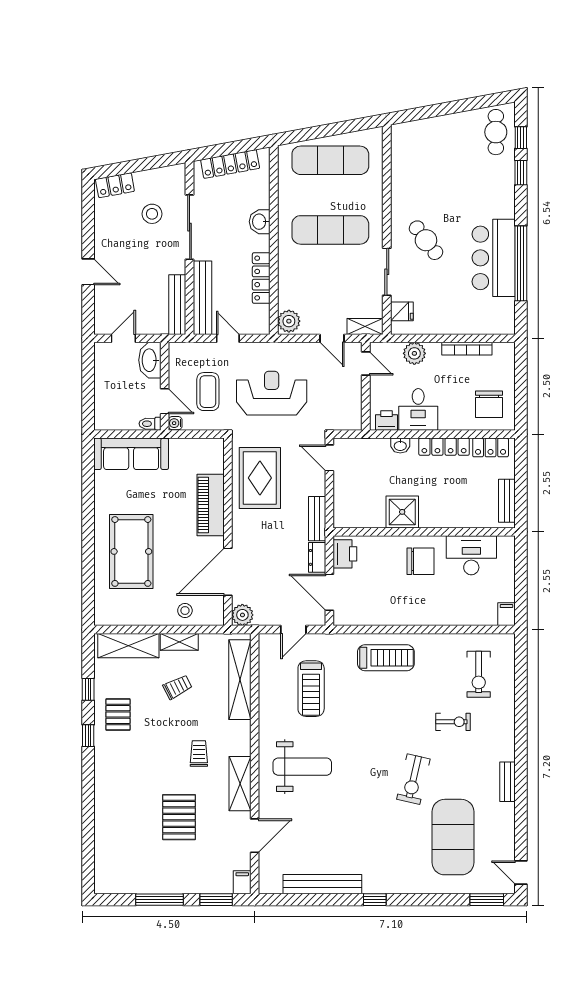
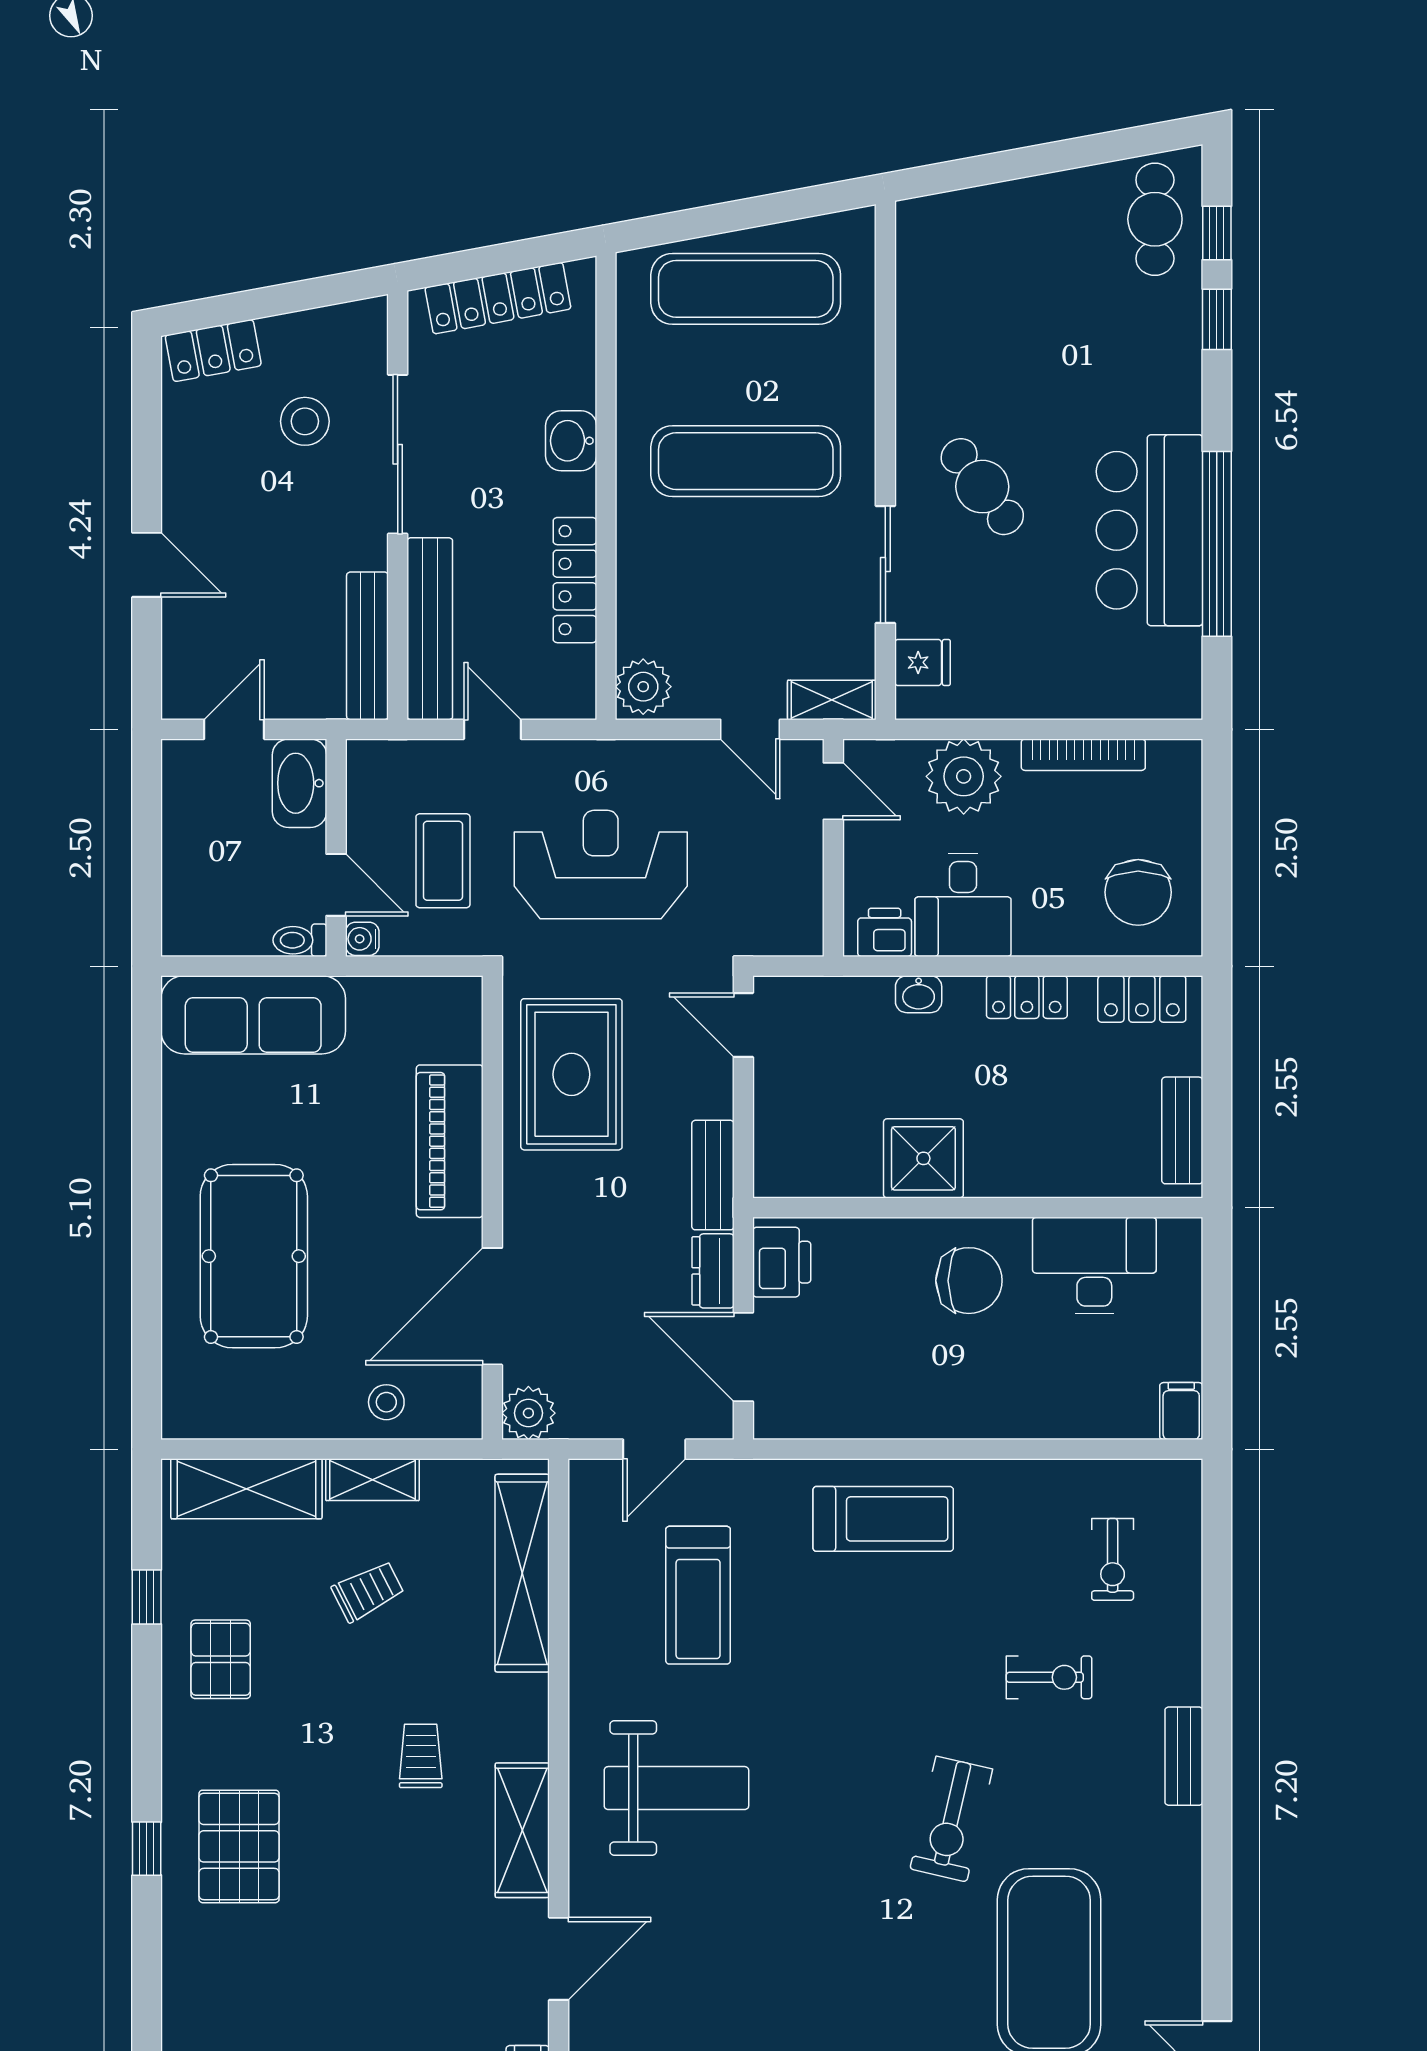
plant: (414, 353) -> (964, 776), width x1.36, depth x1.36
locker: (444, 447) -> (1027, 997), width x0.66
exercise bike: (479, 674) -> (1113, 1559), width x0.73, depth x0.72
window: (88, 736) -> (147, 1849), moved
bench: (508, 782) -> (1184, 1756), moved
pallet: (179, 817) -> (239, 1846), moved

